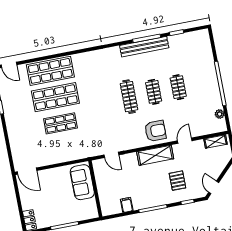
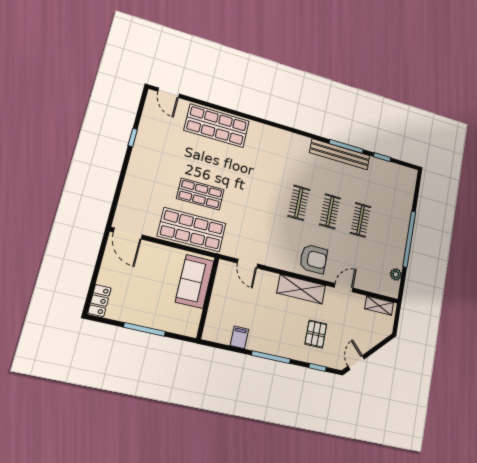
shop shelf: (55, 97) -> (192, 230), moved
clothes rail: (129, 97) -> (299, 203), width x0.73

